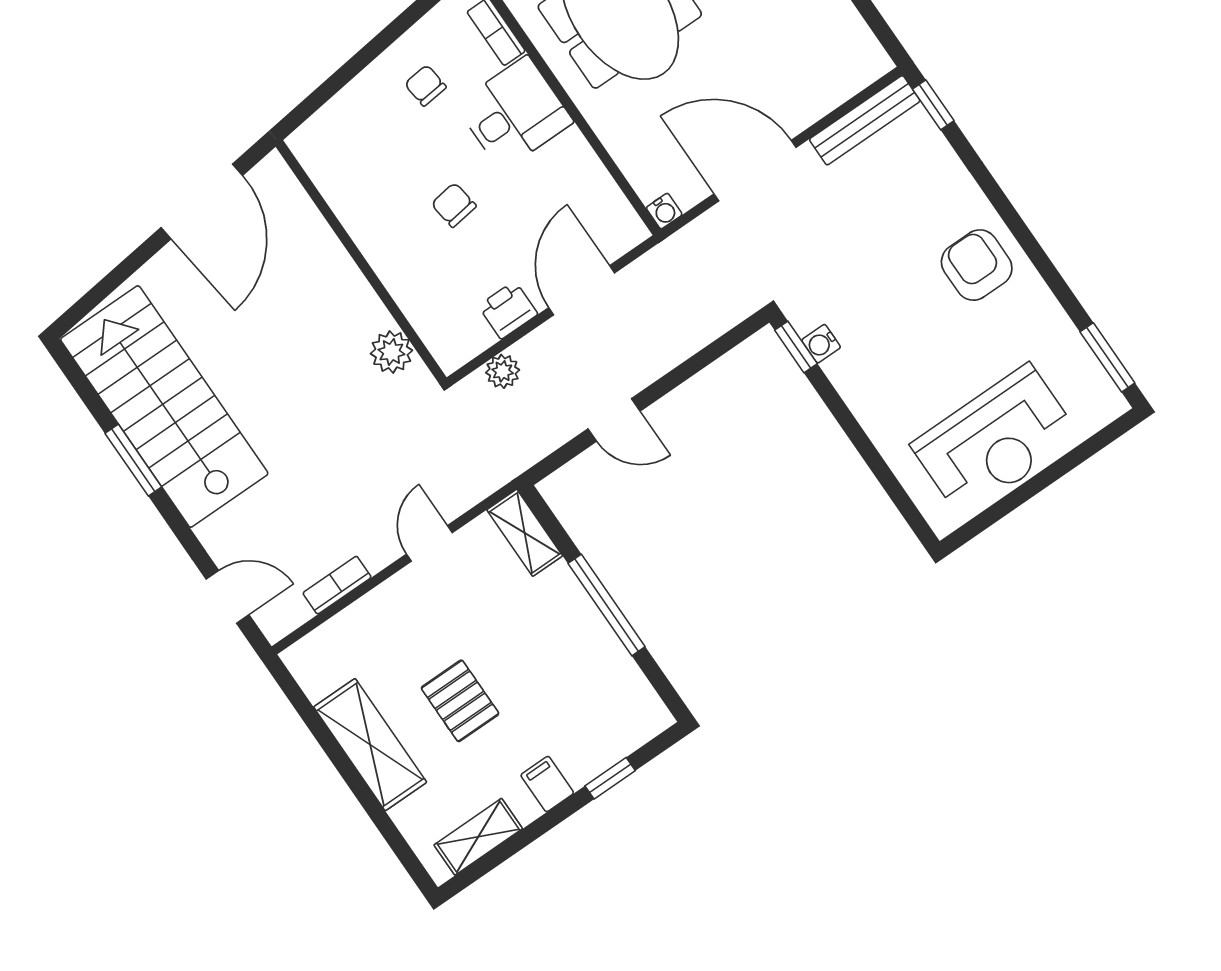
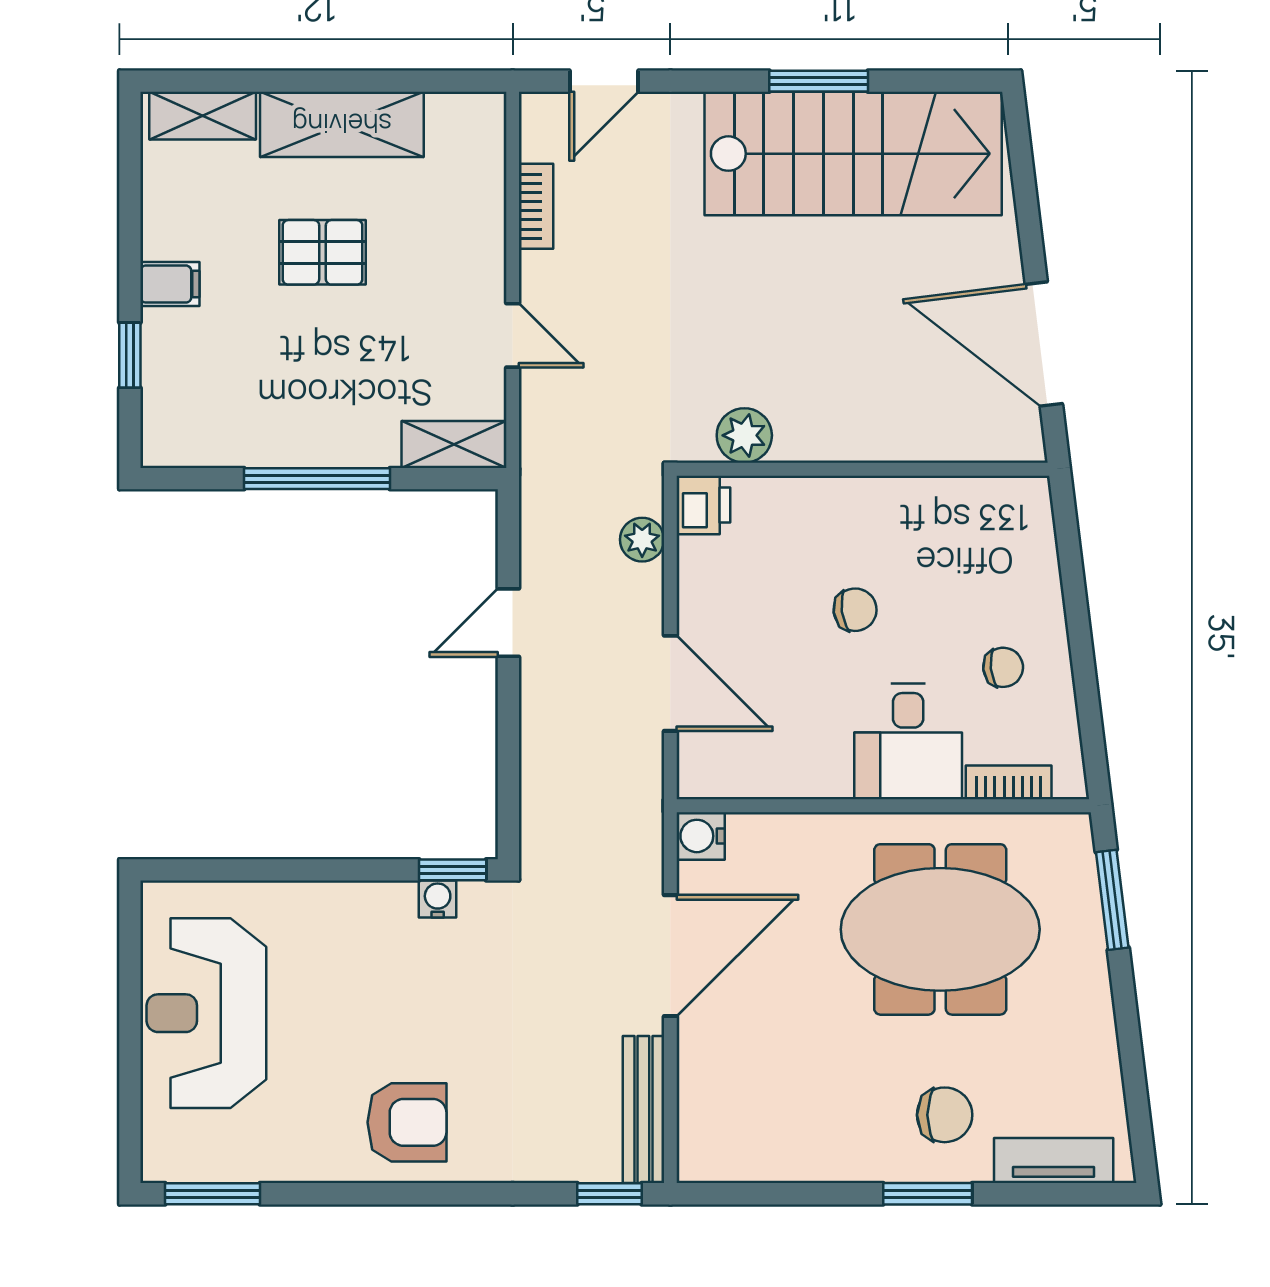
water cooler: (664, 211) -> (701, 836), width x1.38, depth x1.38
printer: (508, 310) -> (703, 505), moved
shelving: (478, 837) -> (203, 116), moved, turned 90

